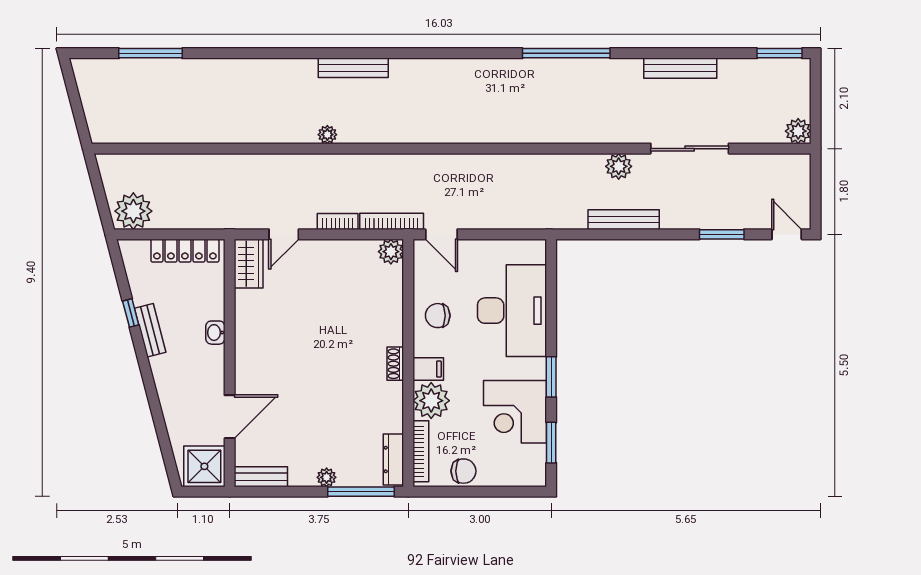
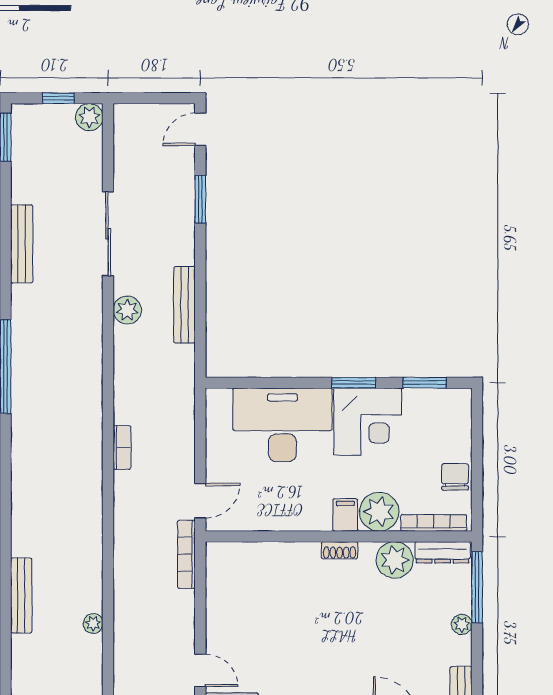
window: (816, 102) -> (58, 98), added
bookcase: (338, 221) -> (122, 447), moved, turned 180
plant: (391, 252) -> (395, 560), moved, width x1.36, depth x1.36
chair: (438, 316) -> (288, 505), removed
corner desk: (515, 412) -> (368, 422), moved

